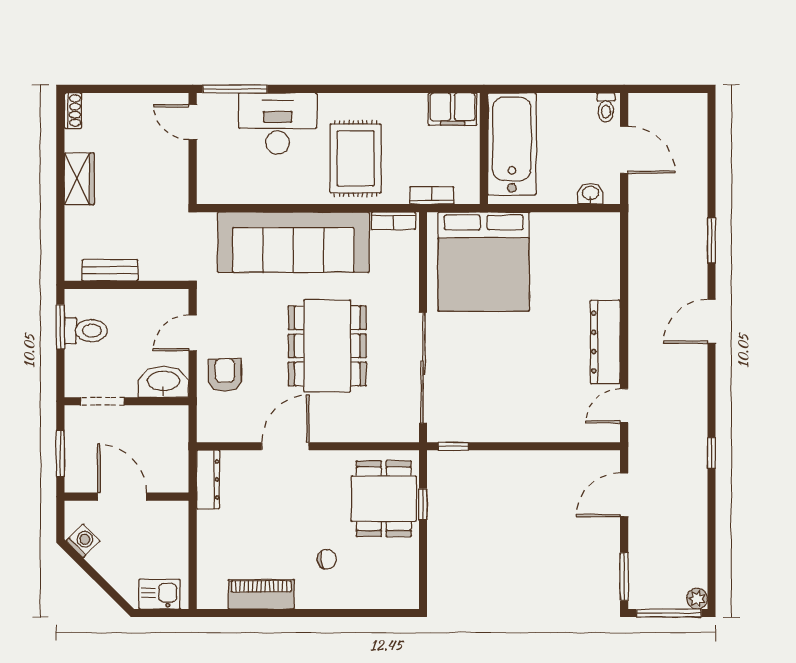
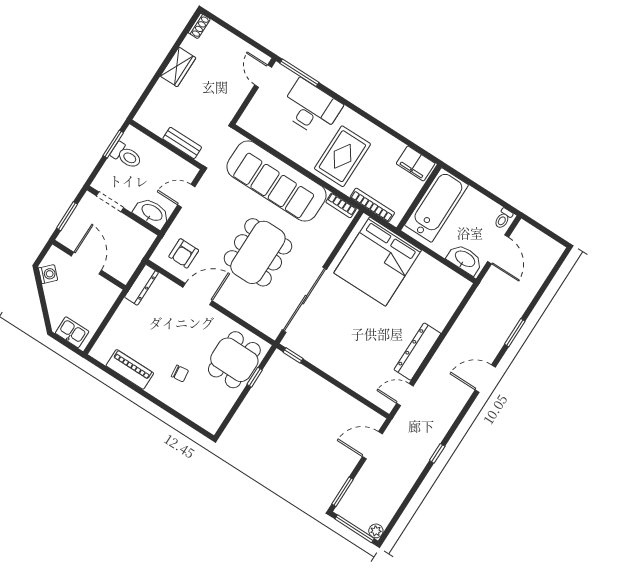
washbasin: (590, 194) -> (465, 259), width x1.91, depth x1.45
bookcase: (432, 195) -> (372, 205), width x1.56
bench: (110, 270) -> (182, 143), moved
armchair: (225, 375) -> (184, 253), moved, turned 180

